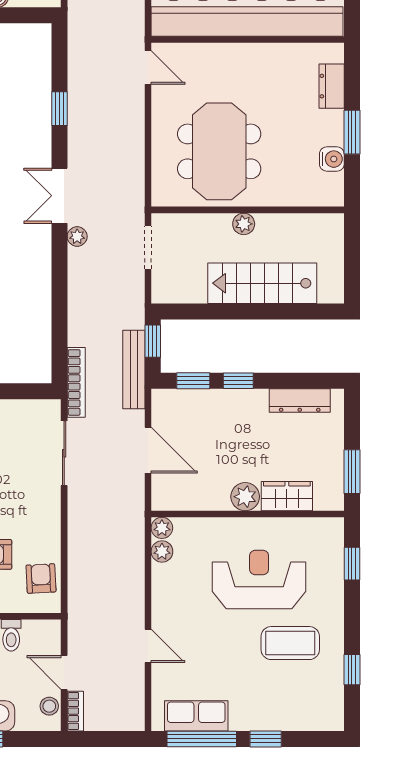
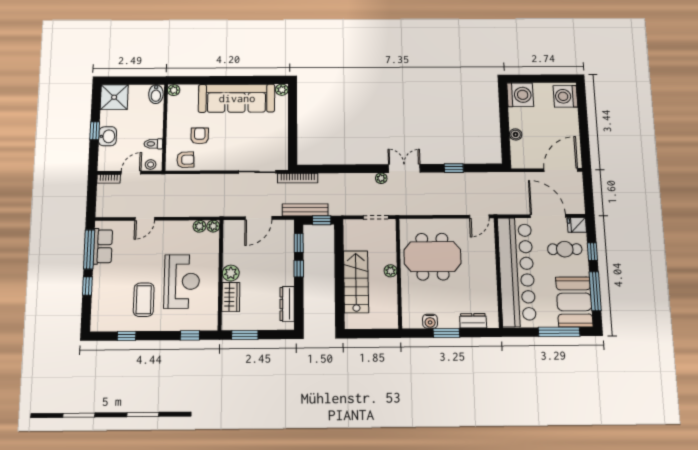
stool: (49, 706) -> (151, 165), moved

